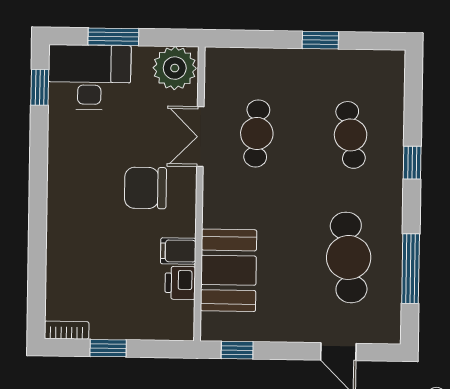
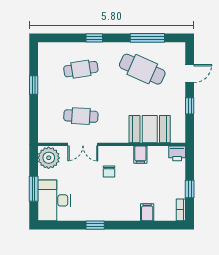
window: (40, 87) -> (95, 225), moved
chair: (145, 188) -> (109, 171), width x0.54, depth x0.54
cafe table: (349, 257) -> (142, 69), turned 30
filing cabinet: (63, 263) -> (147, 212), added
printer: (180, 283) -> (177, 153), moved
window: (237, 350) -> (190, 106), moved

